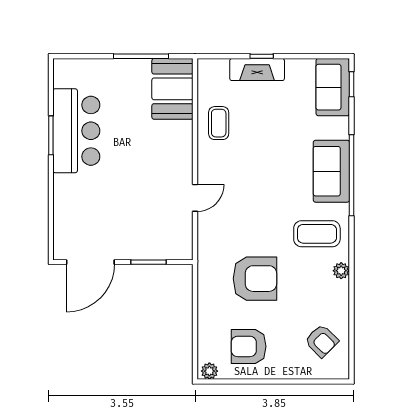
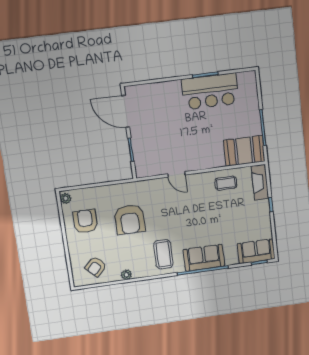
fireplace: (257, 70) -> (260, 182), moved
plant: (341, 271) -> (126, 275), moved

